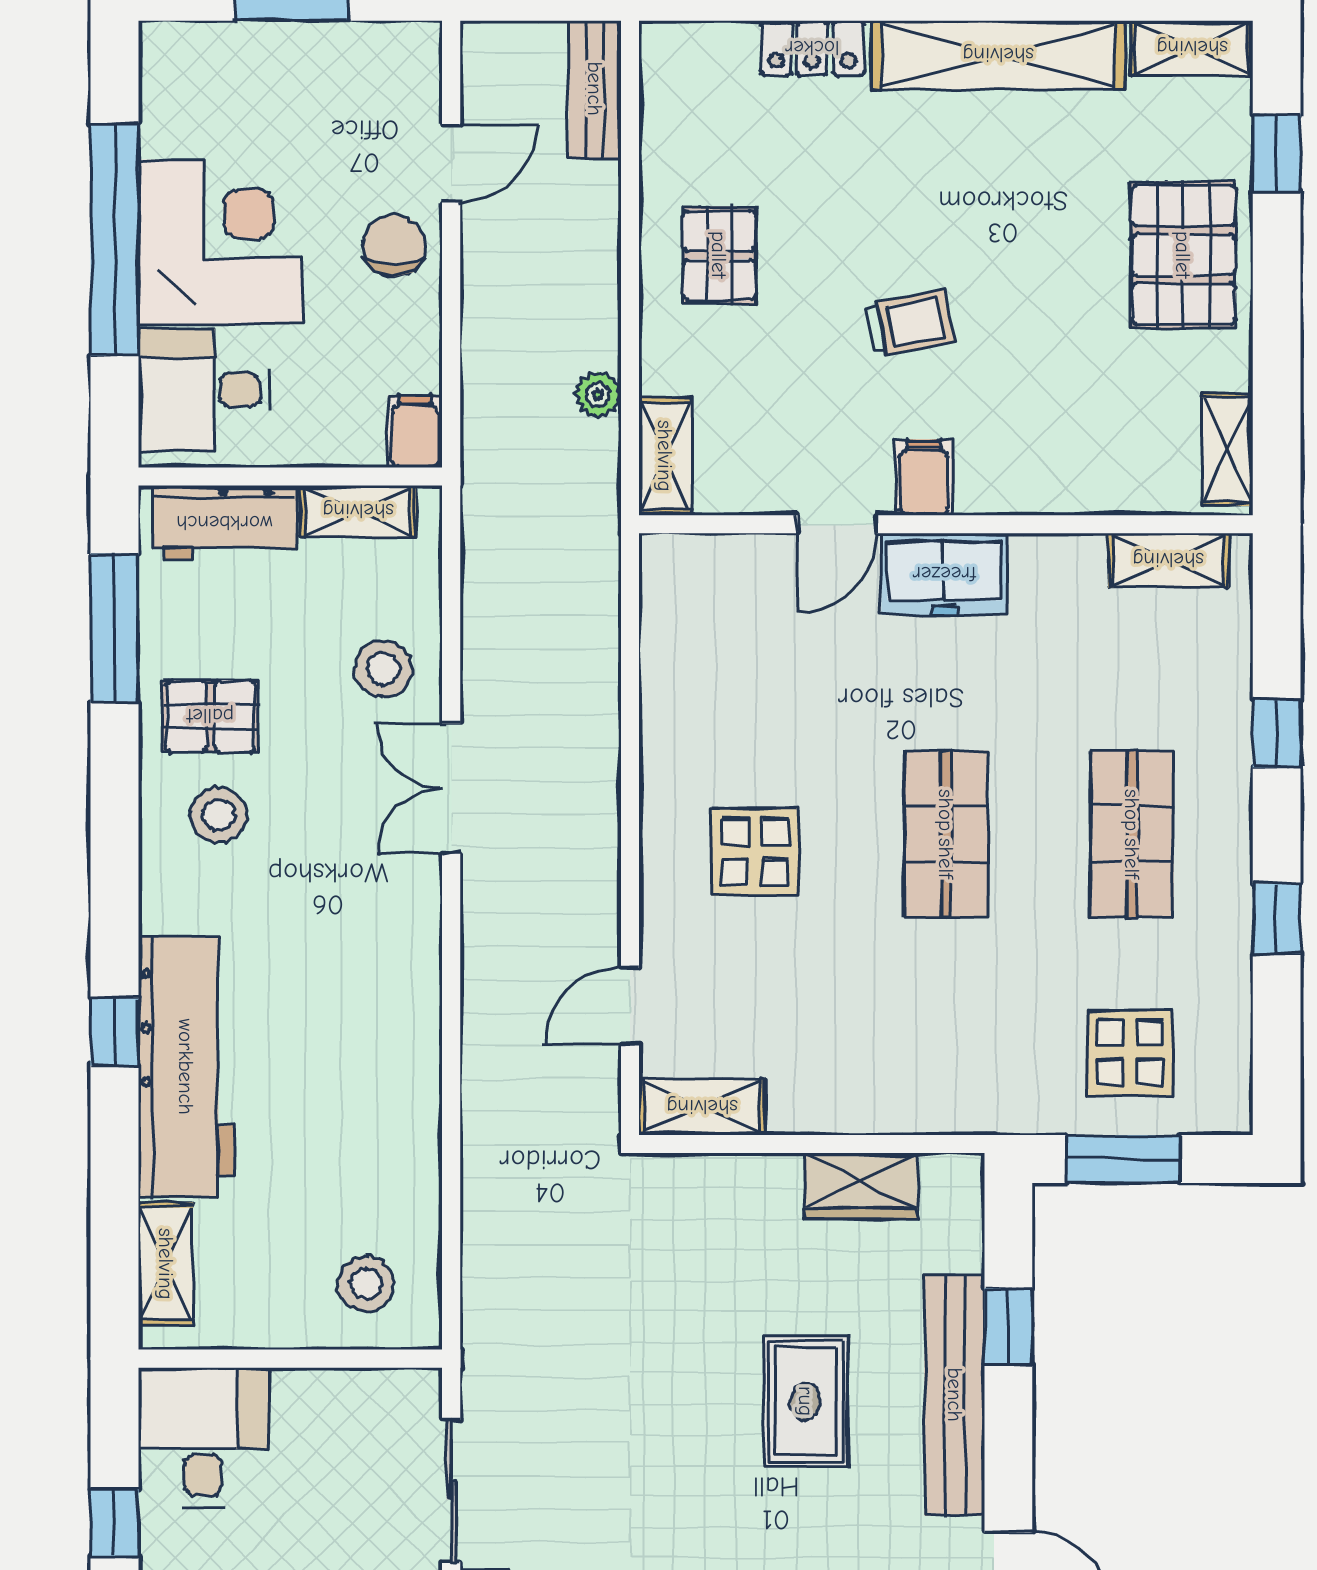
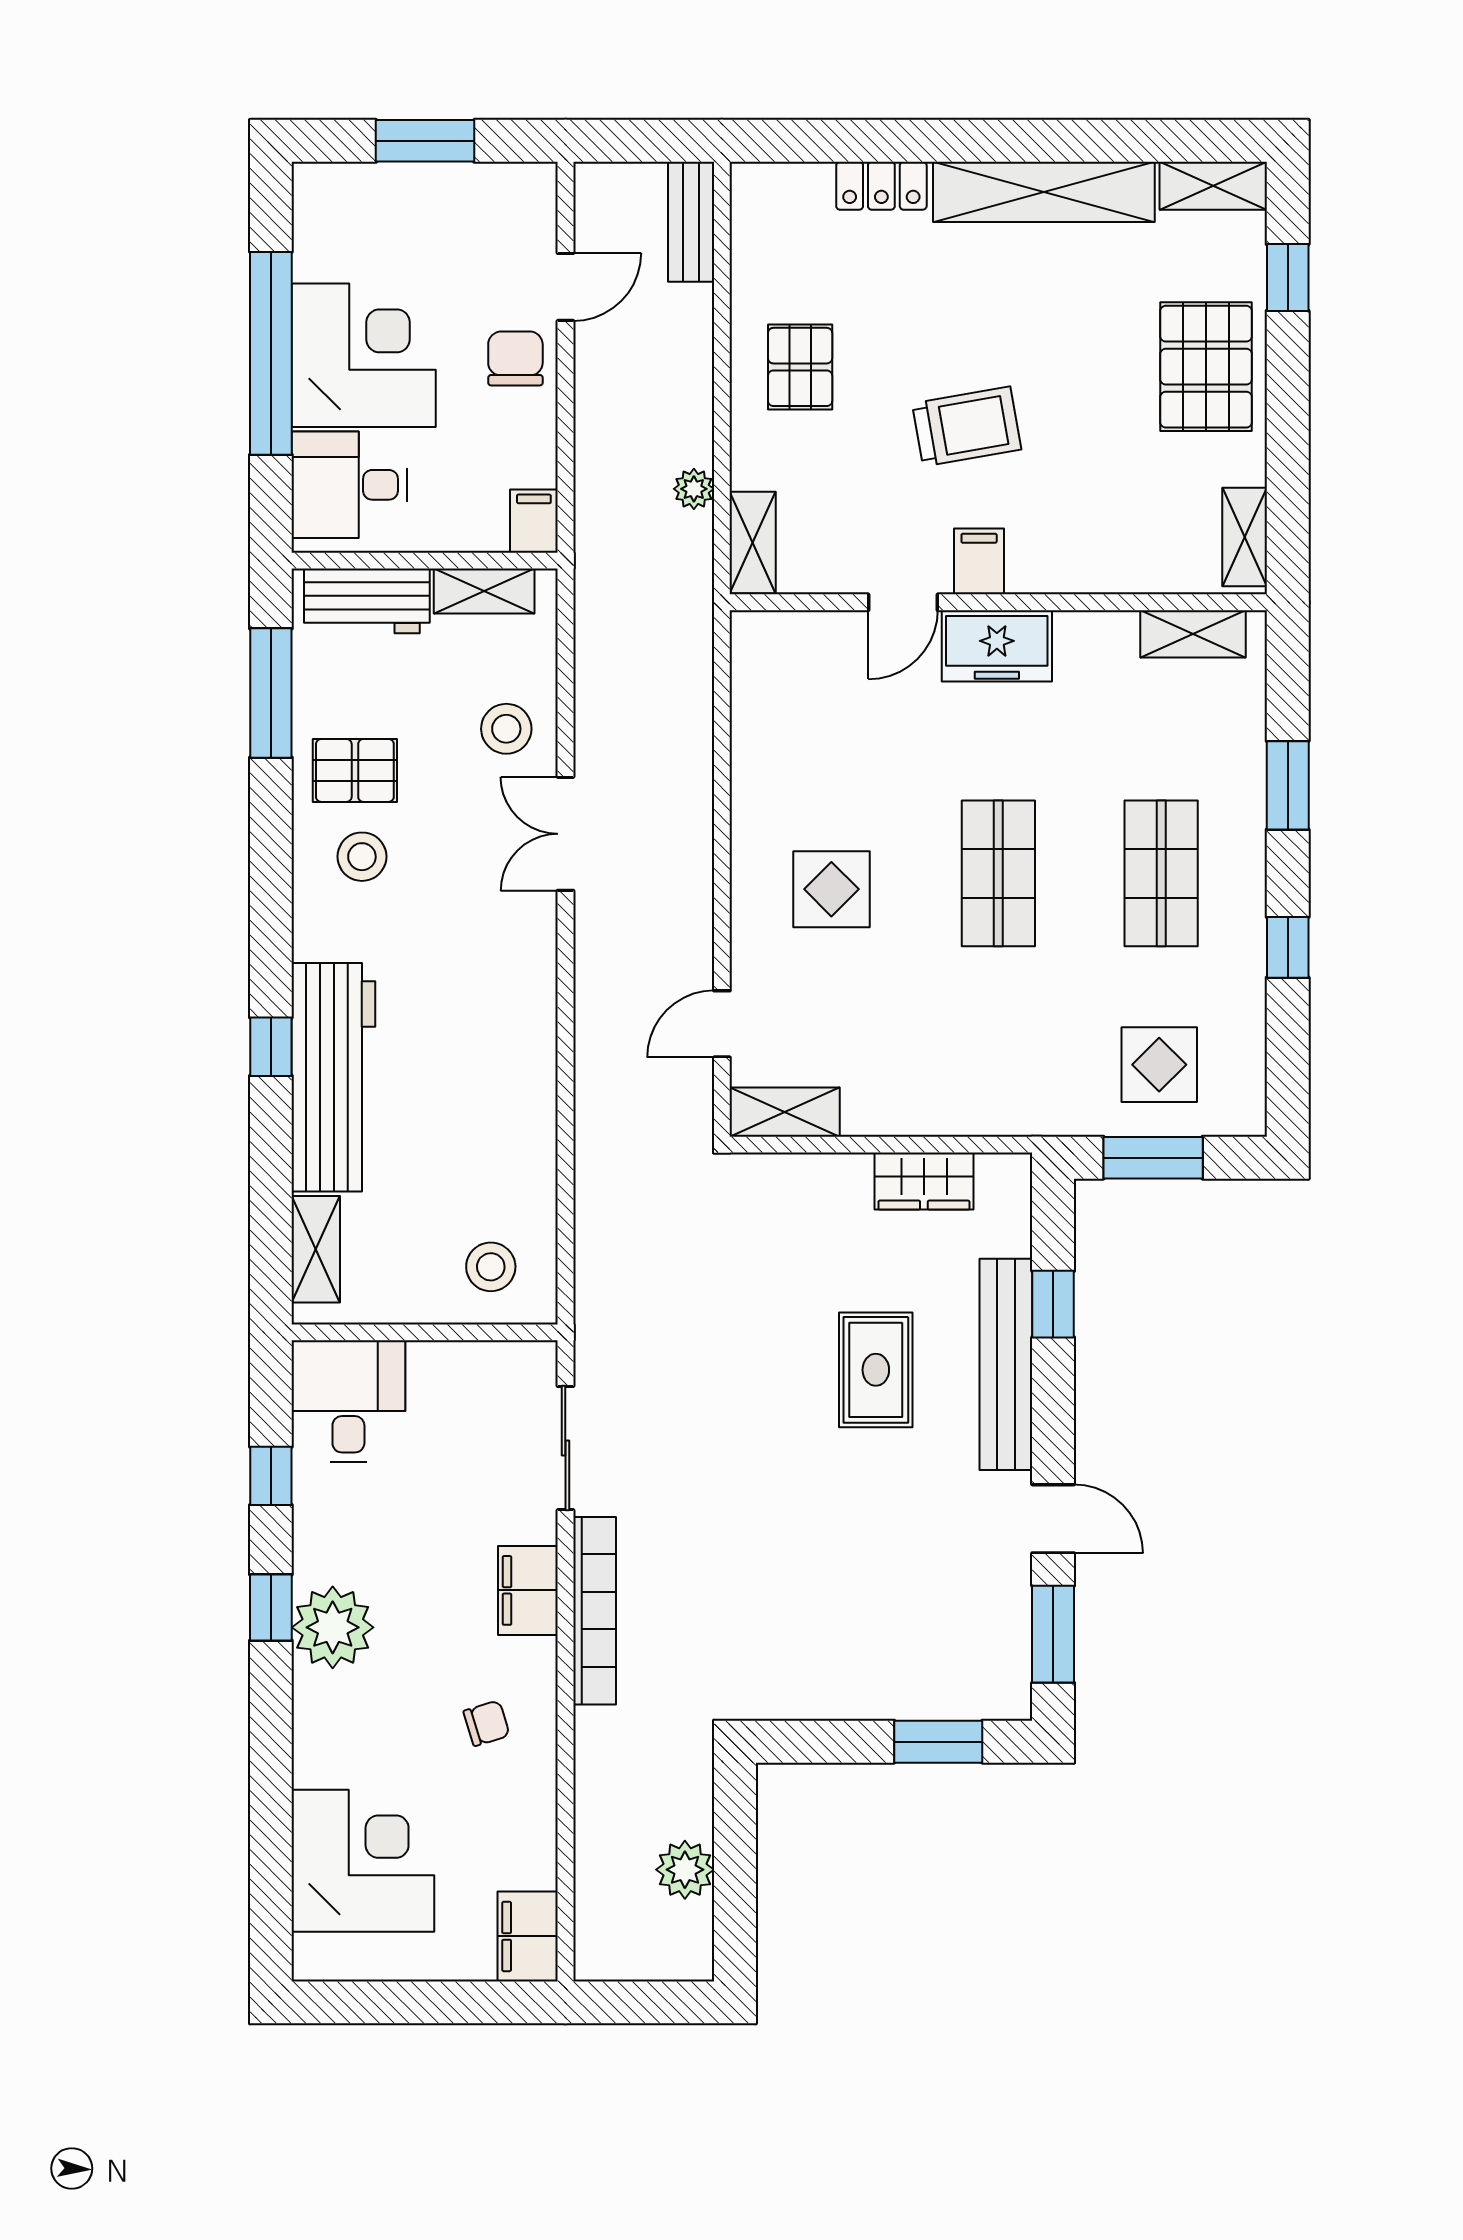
trolley: (910, 323) -> (967, 427), width x1.36, depth x1.39
window: (1277, 733) -> (1288, 785), width x1.50

